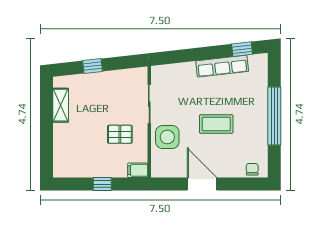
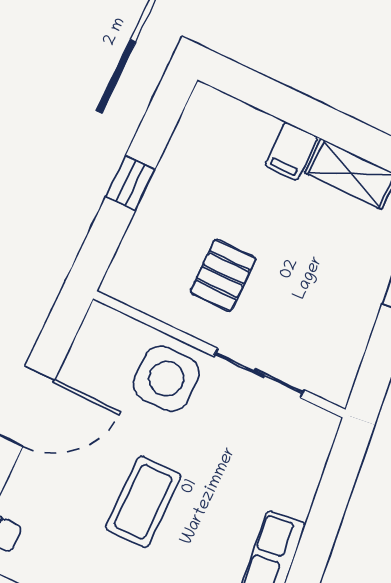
filing cabinet: (138, 170) -> (291, 151), moved, turned 180

